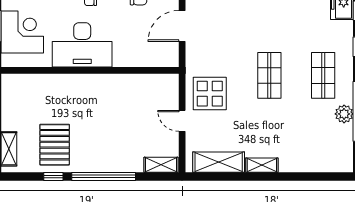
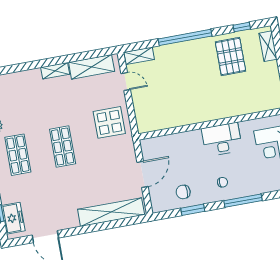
desk: (82, 45) -> (222, 139), width x0.73, depth x0.77
door: (182, 121) -> (126, 81), moved
window: (53, 177) -> (242, 27), moved

